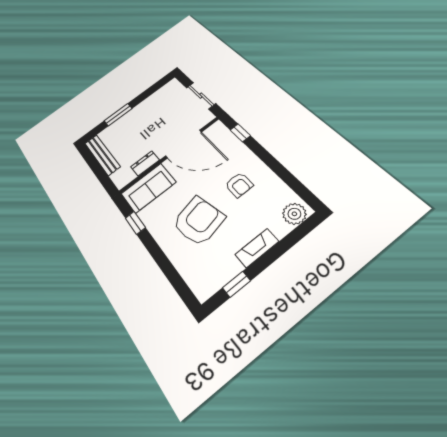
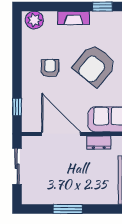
window: (118, 115) -> (68, 209), moved
armchair: (198, 221) -> (95, 65), turned -38

